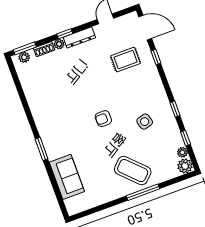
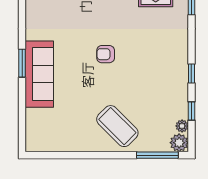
side table: (145, 122) -> (152, 75), removed
sofa: (67, 177) -> (39, 74), moved, width x1.36
window: (143, 192) -> (157, 155), moved

